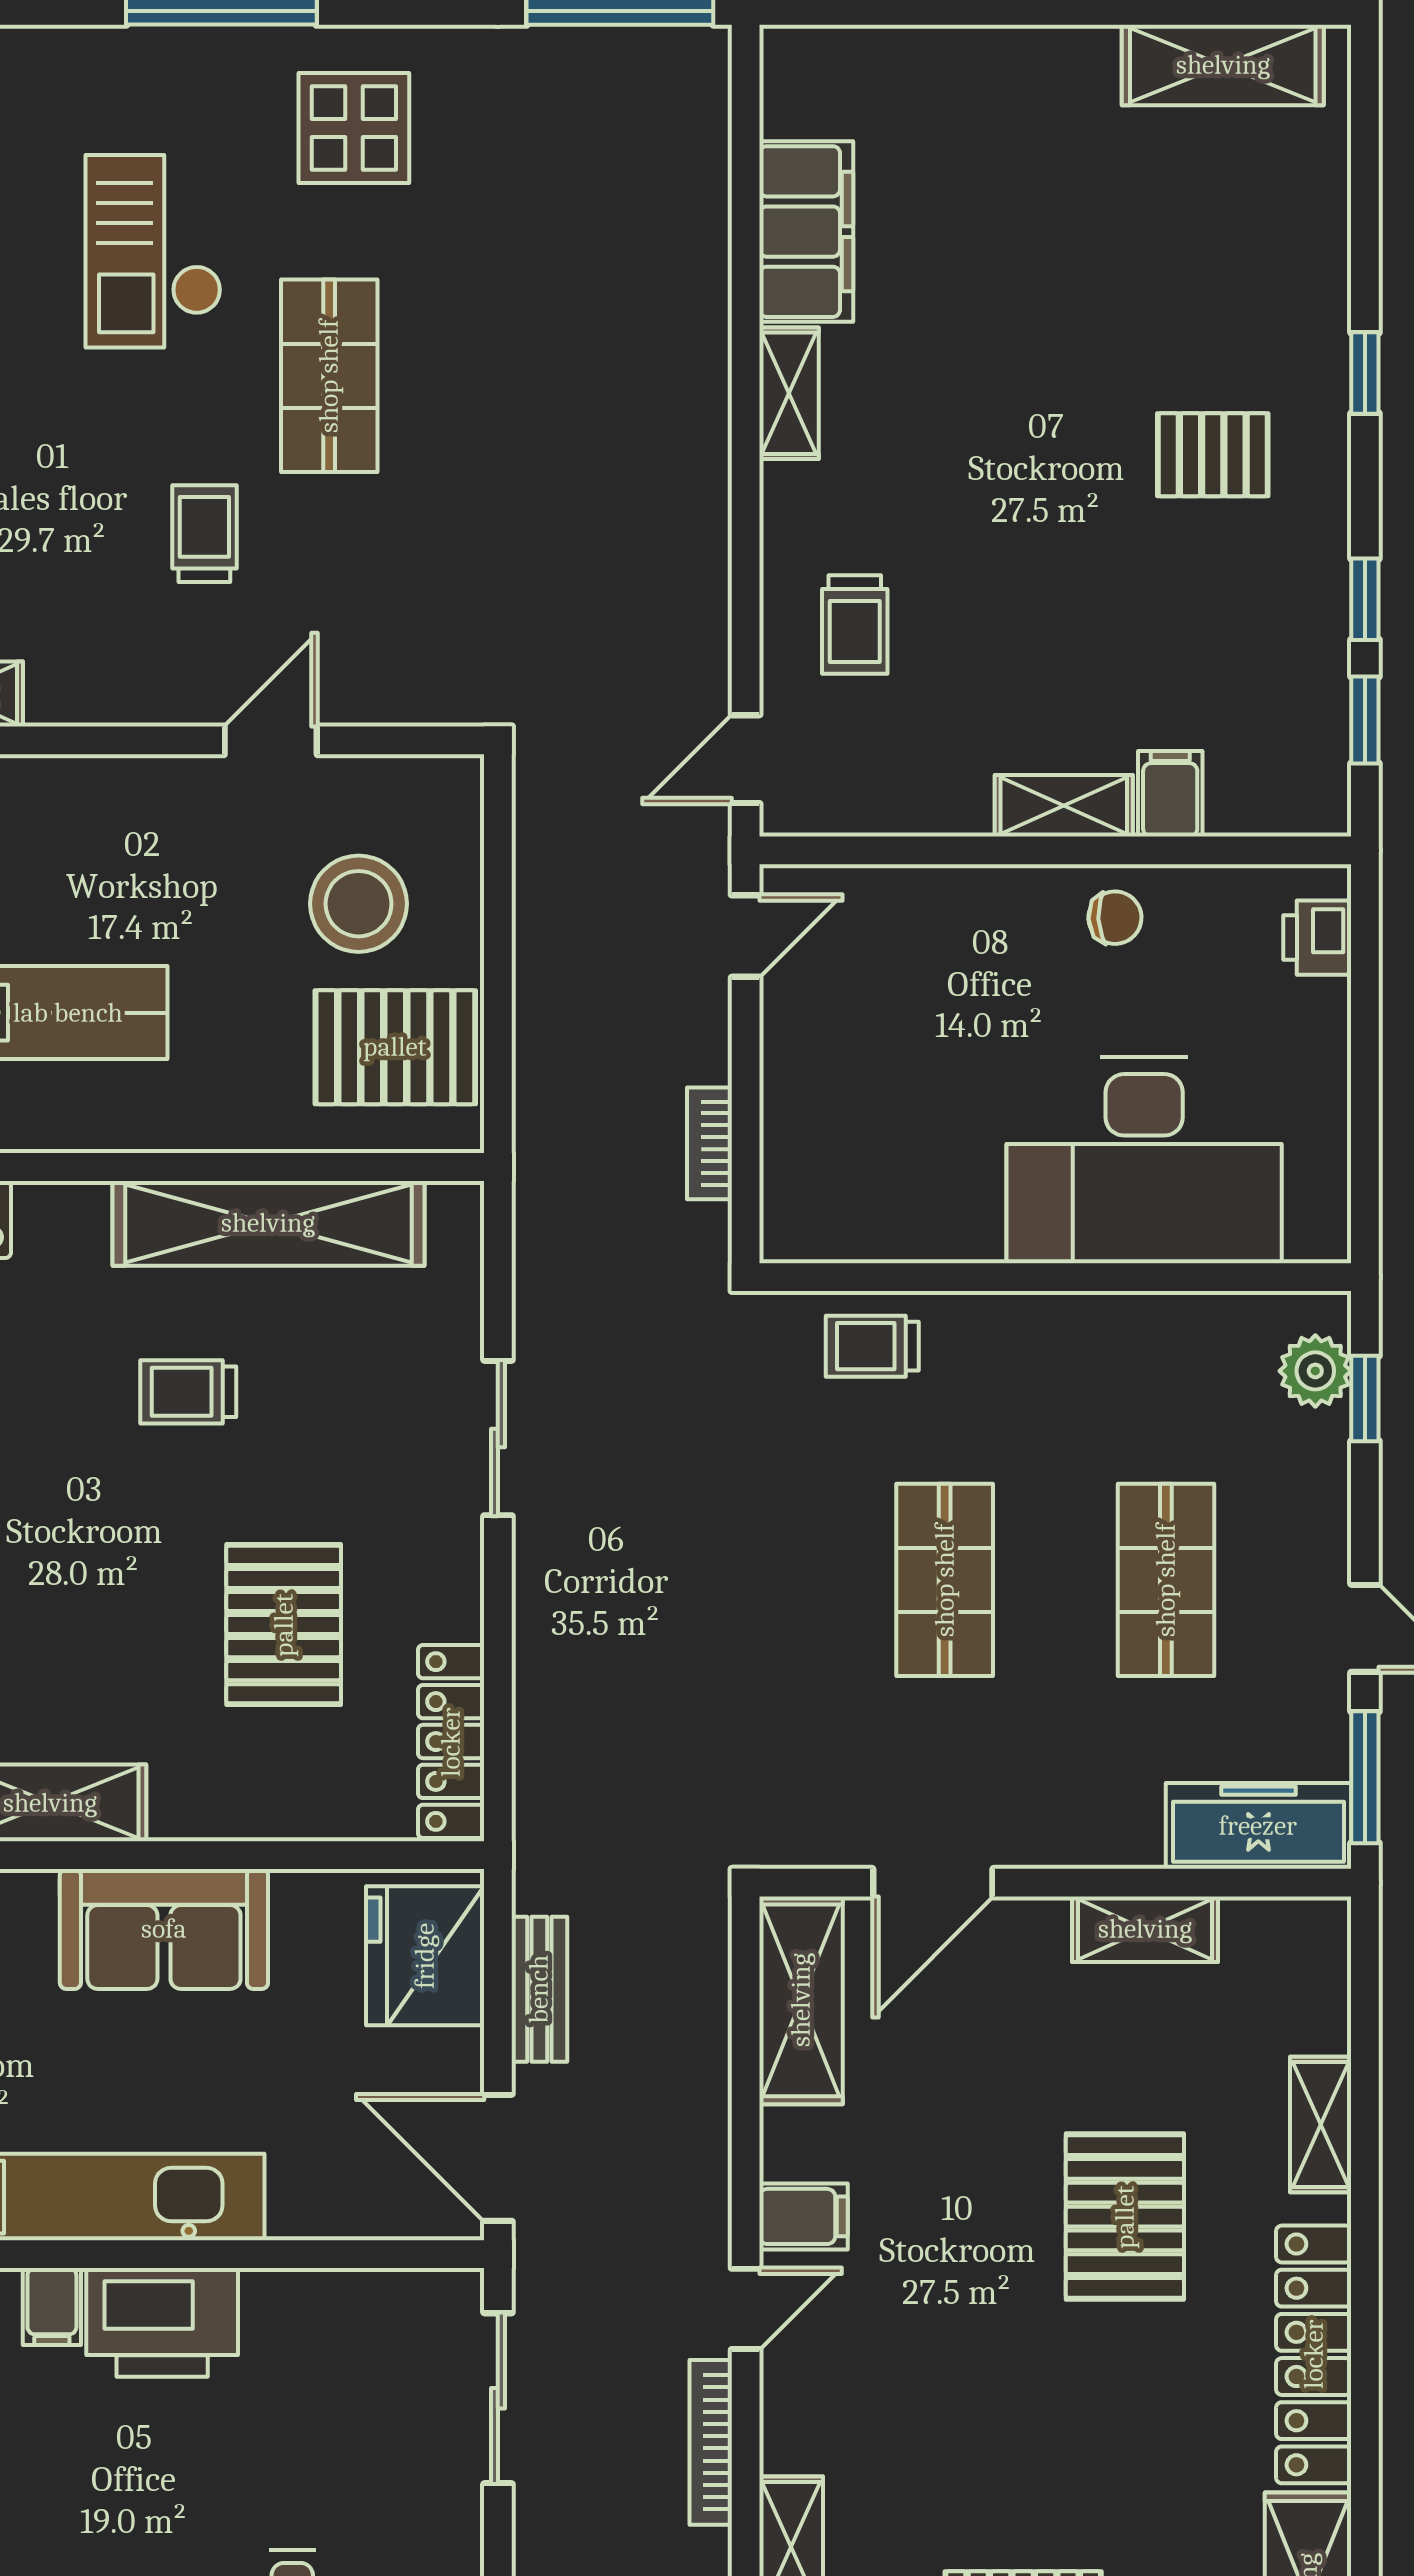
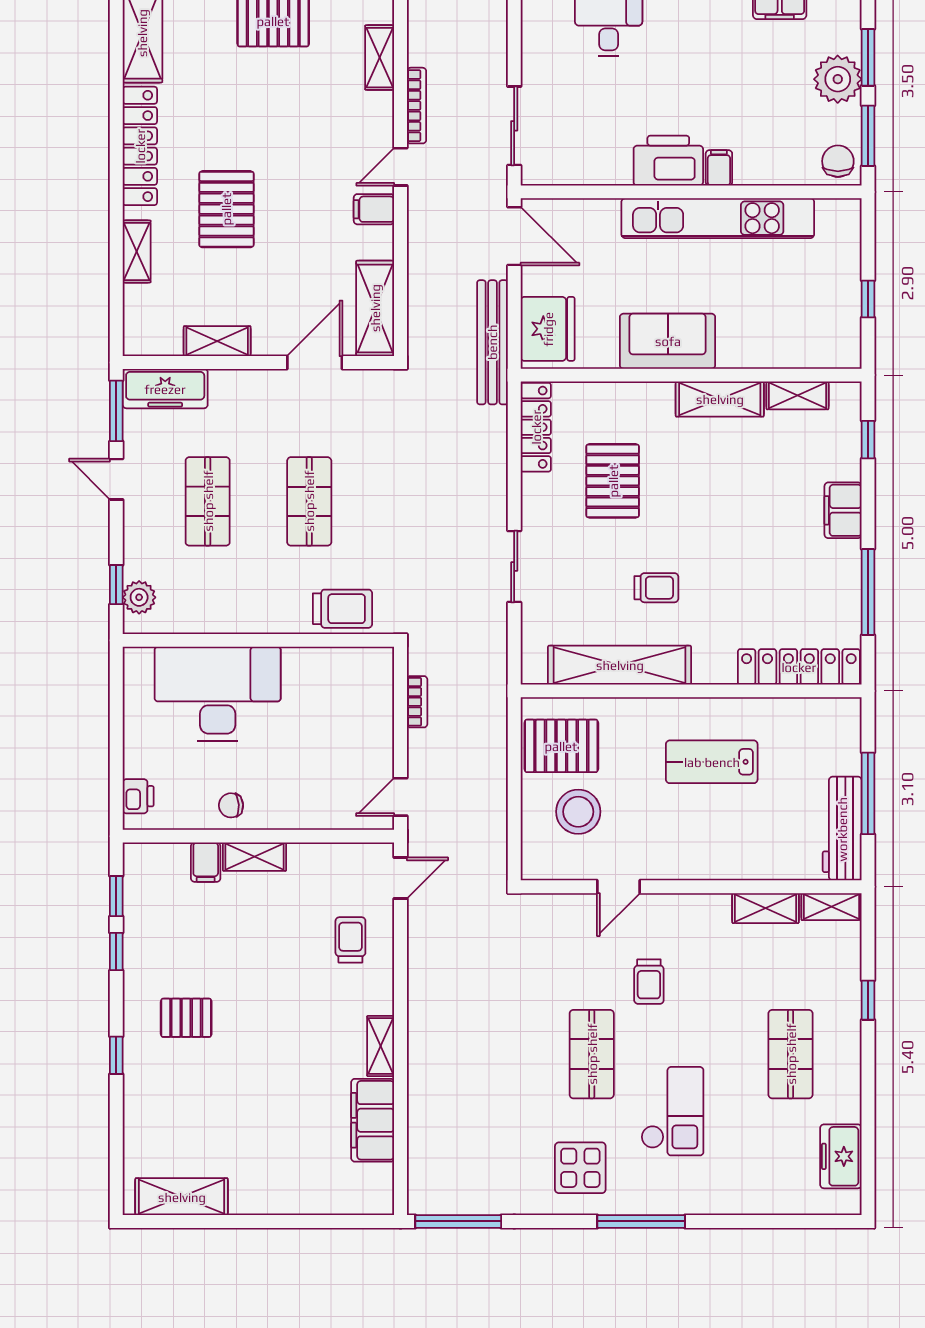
trolley: (872, 1346) -> (342, 609), width x1.36, depth x1.39
bench: (539, 1989) -> (492, 342), width x1.86, depth x1.21

